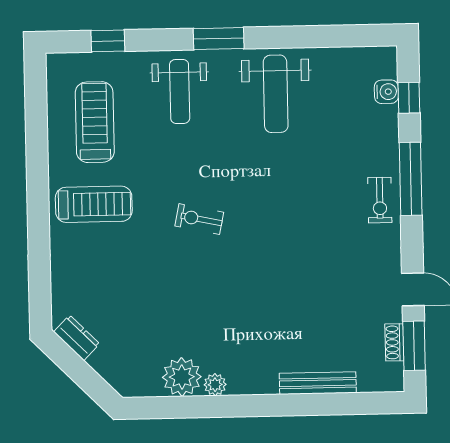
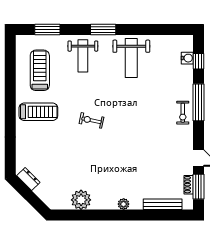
window: (108, 41) -> (47, 30), width x1.50
bench: (318, 383) -> (163, 204), moved
plant: (215, 385) -> (124, 204), moved

